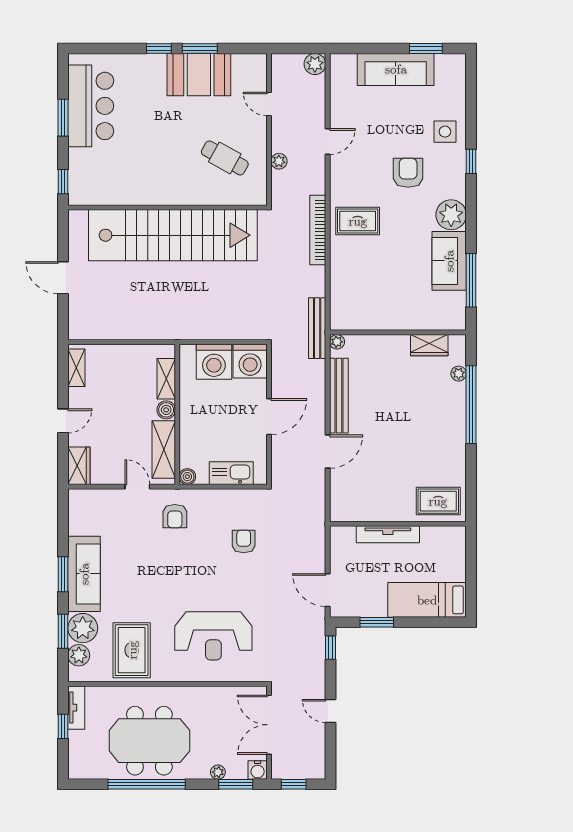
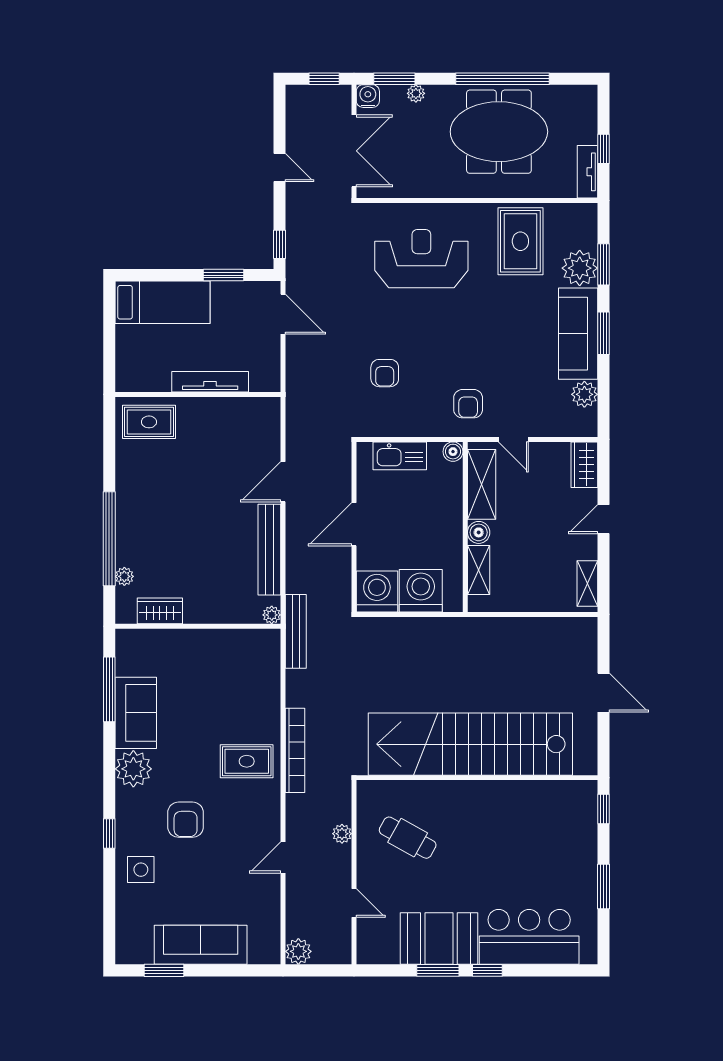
bar counter: (91, 106) -> (529, 937), moved, turned 90
armchair: (175, 516) -> (468, 404), turned 180
plant: (79, 655) -> (584, 394), moved

